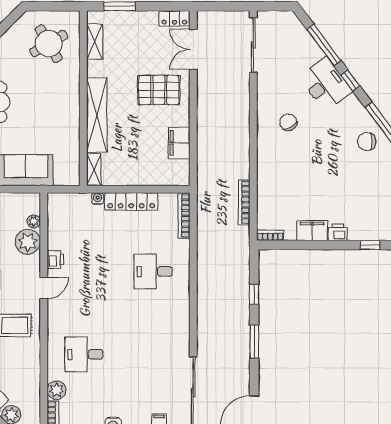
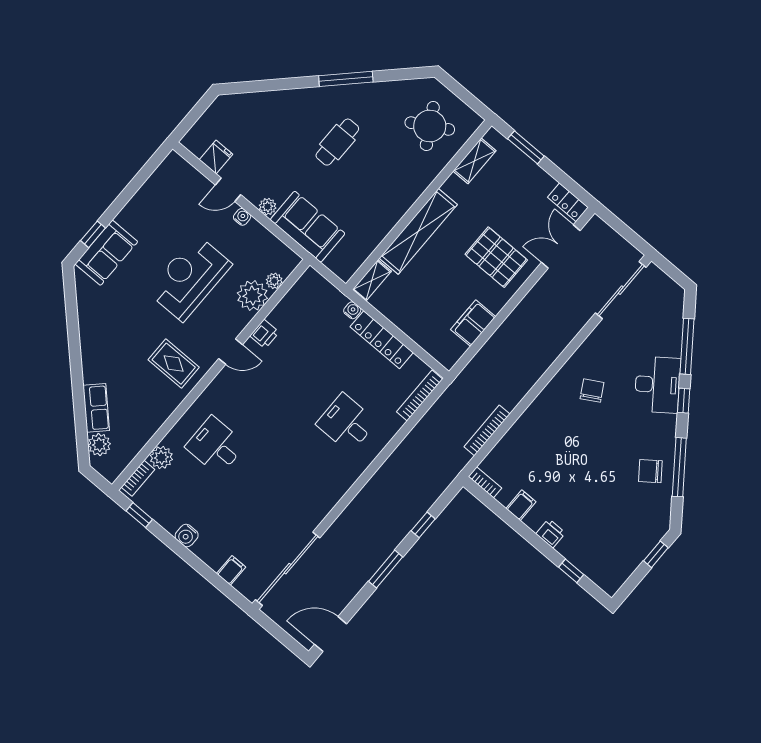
chair: (367, 142) -> (650, 471), turned -37
filing cabinet: (312, 231) -> (521, 505), width x0.50

